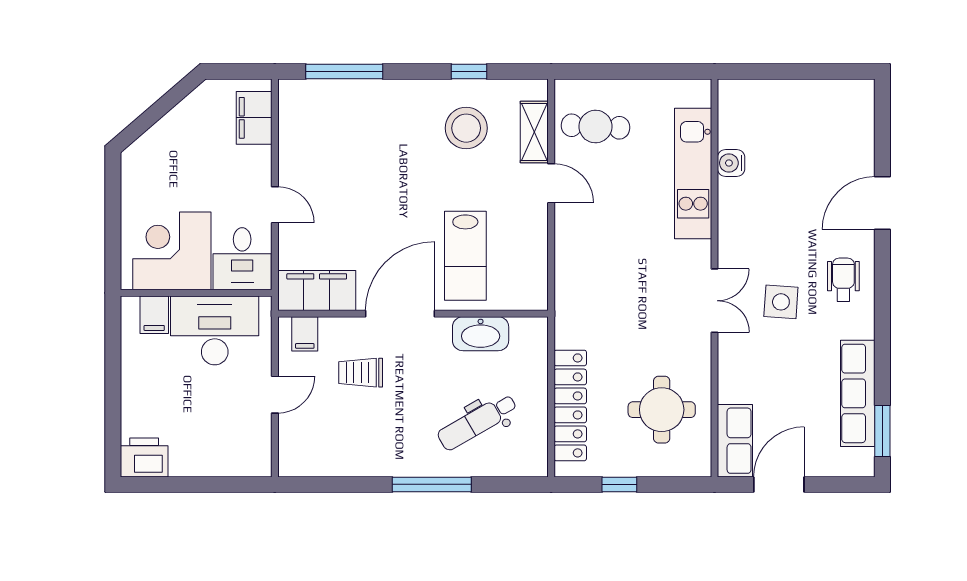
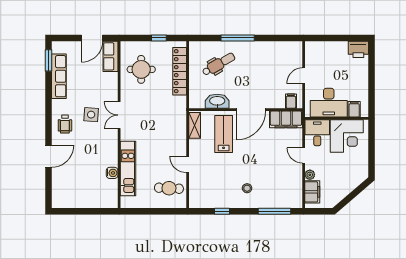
stool: (466, 128) -> (247, 188), moved, width x0.53, depth x0.53
shelving: (534, 132) -> (195, 125), moved
plant: (260, 159) -> (310, 175), added
trolley: (361, 373) -> (268, 85), removed

